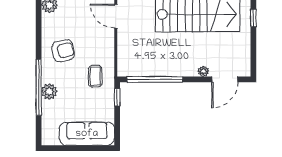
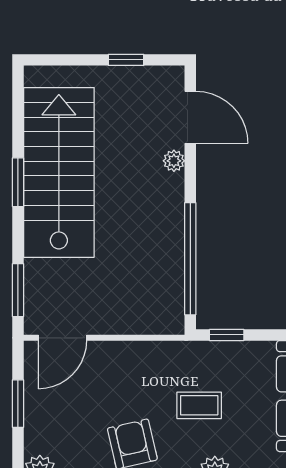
window: (253, 18) -> (126, 60), moved
coffee table: (95, 76) -> (199, 405), moved

